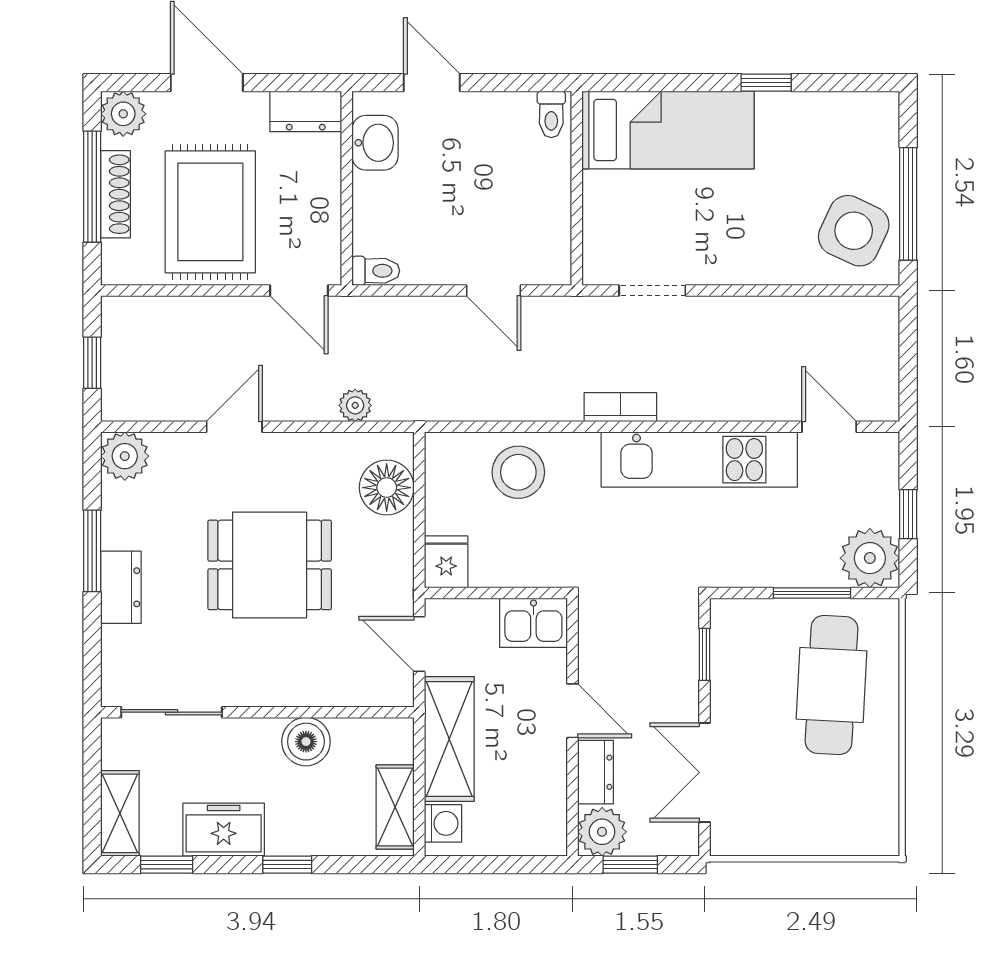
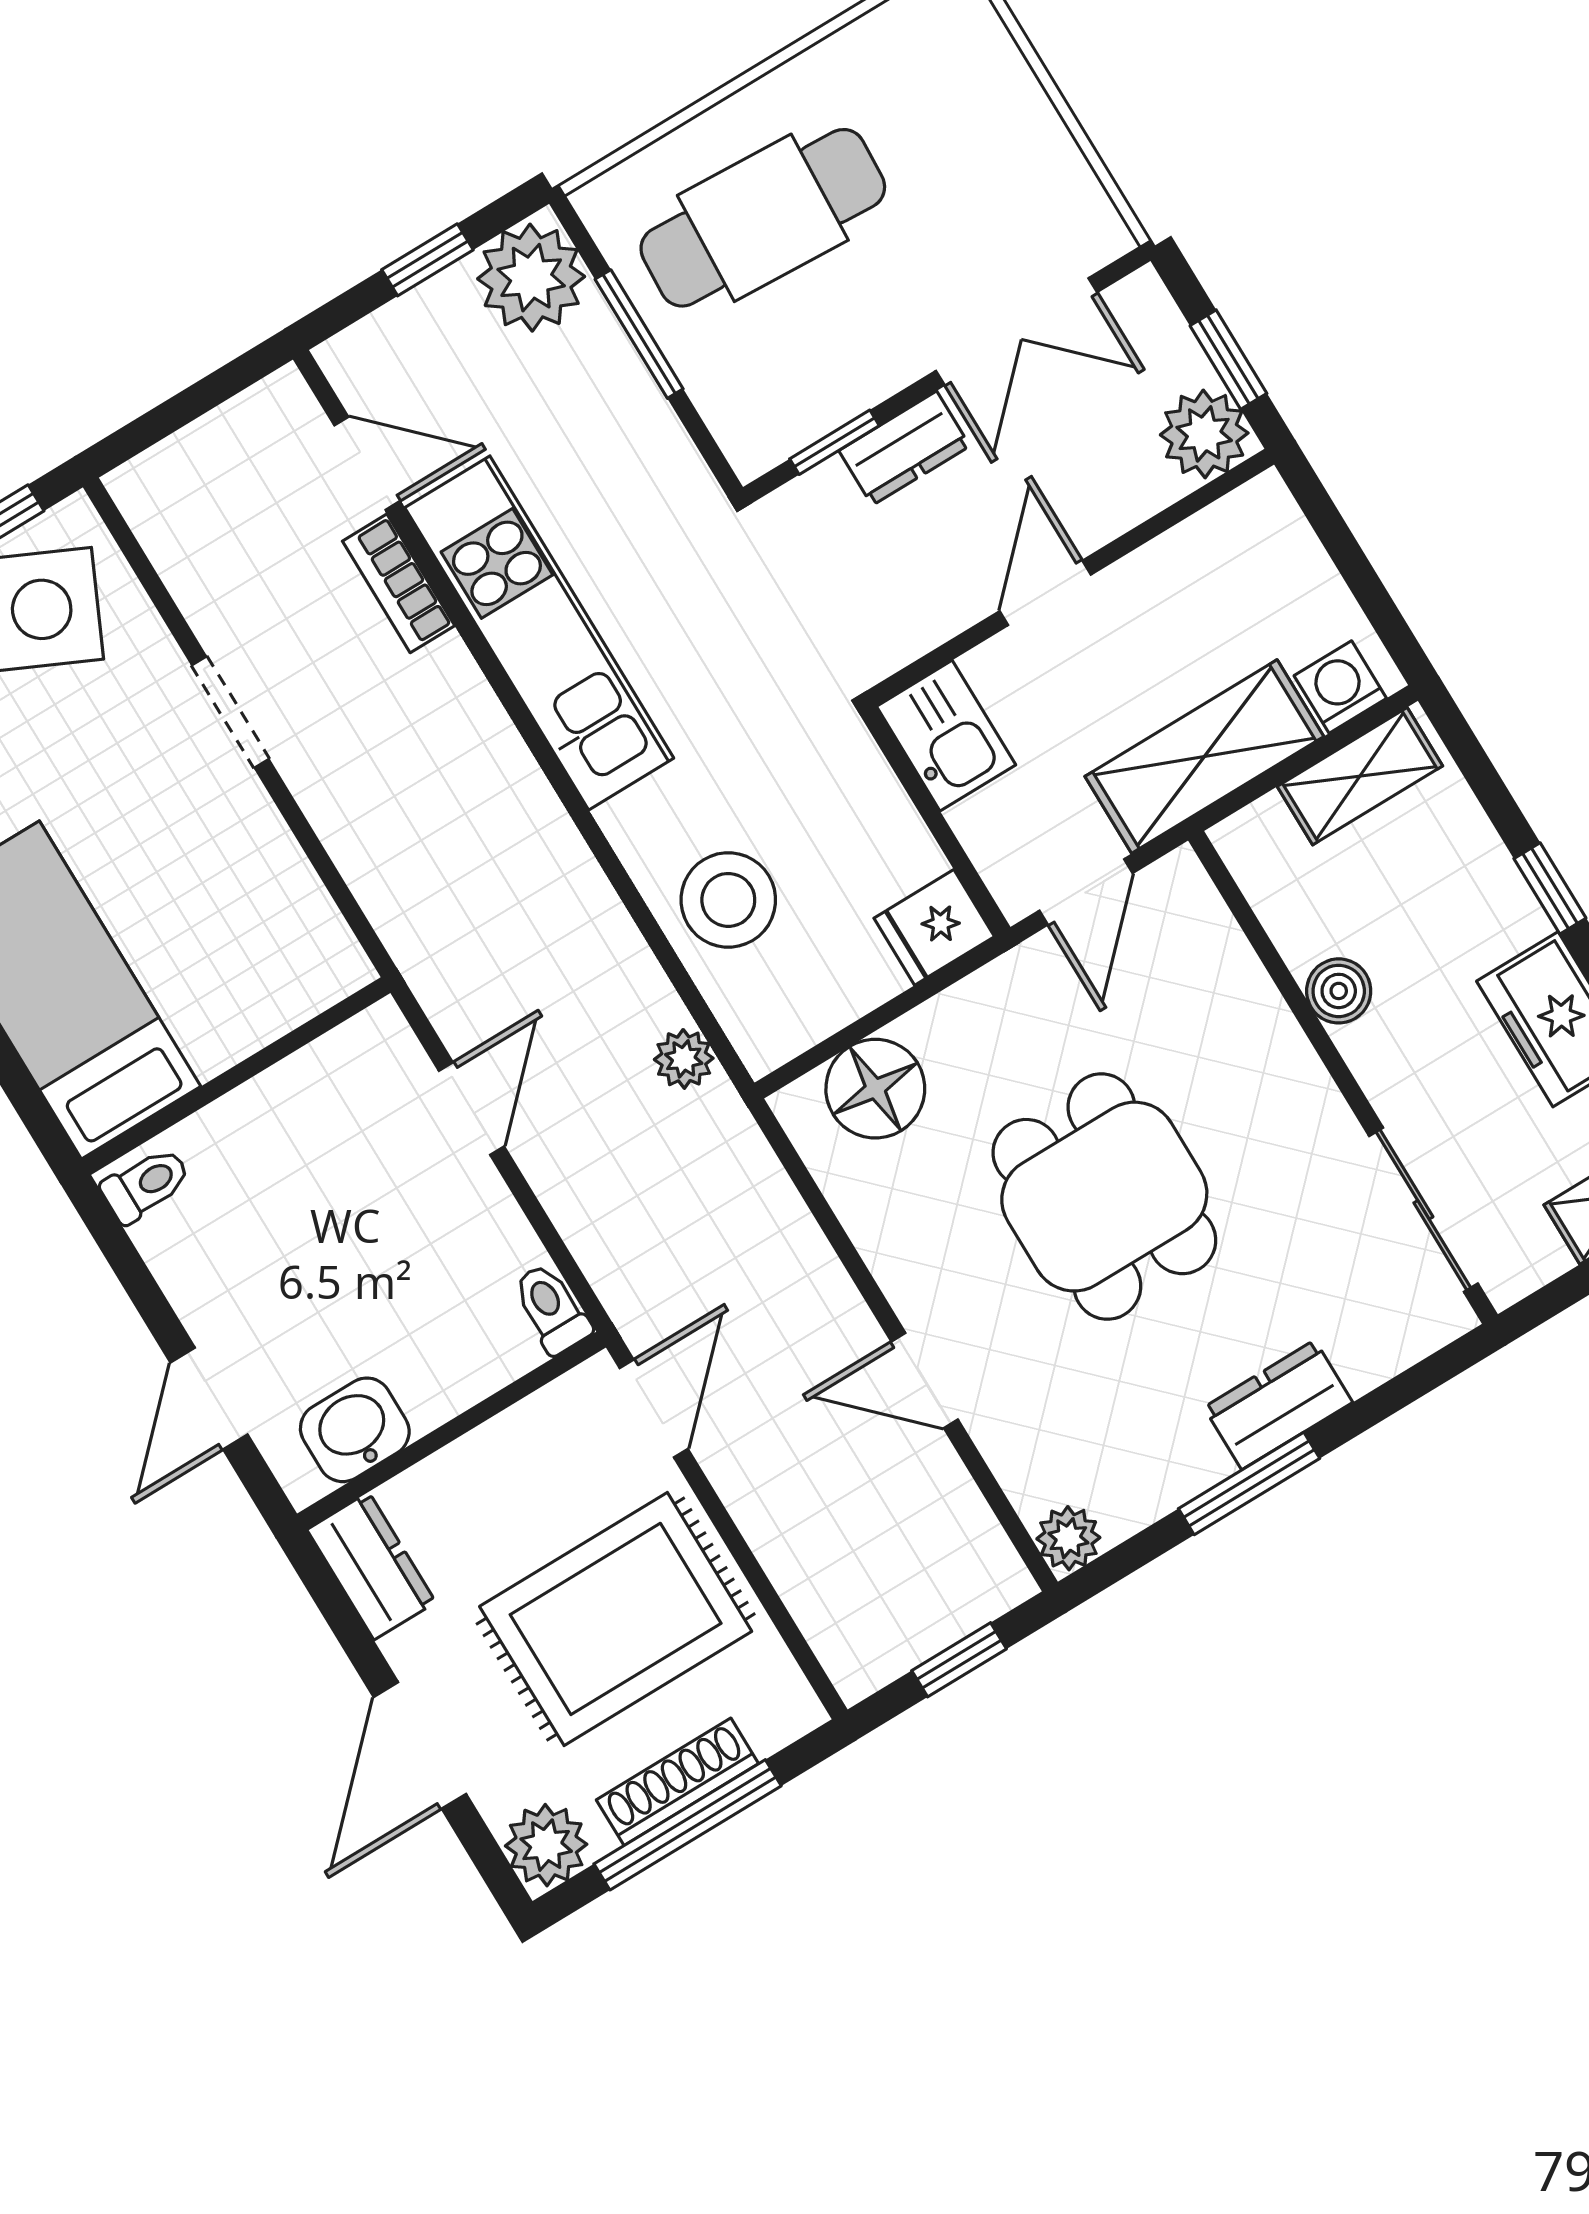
doorway: (652, 291) -> (230, 712), moved
plant: (355, 405) -> (684, 1059), moved
bookcase: (620, 407) -> (399, 583), moved
door: (829, 427) -> (367, 463), swing flipped
plant: (125, 456) -> (1068, 1538), width x0.73, depth x0.73
boiler: (306, 742) -> (1339, 991), width x0.73, depth x0.73
dresser: (596, 772) -> (904, 448), moved, turned 180

